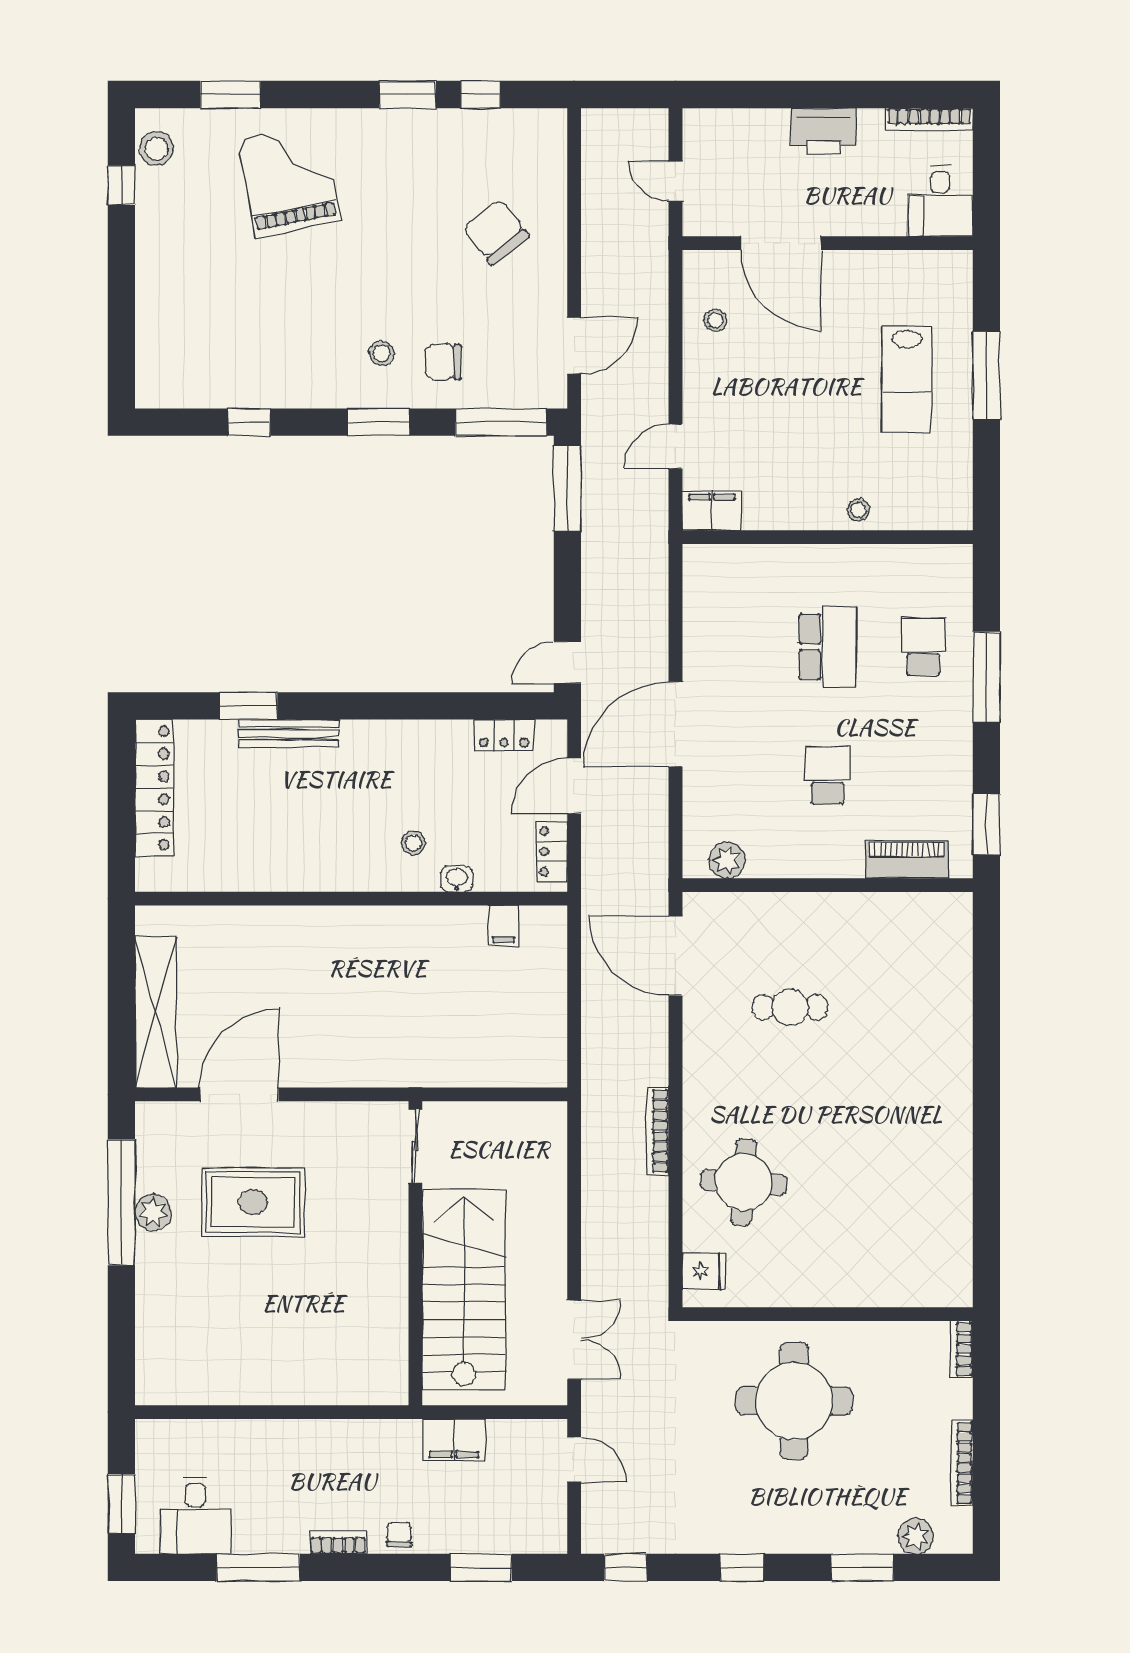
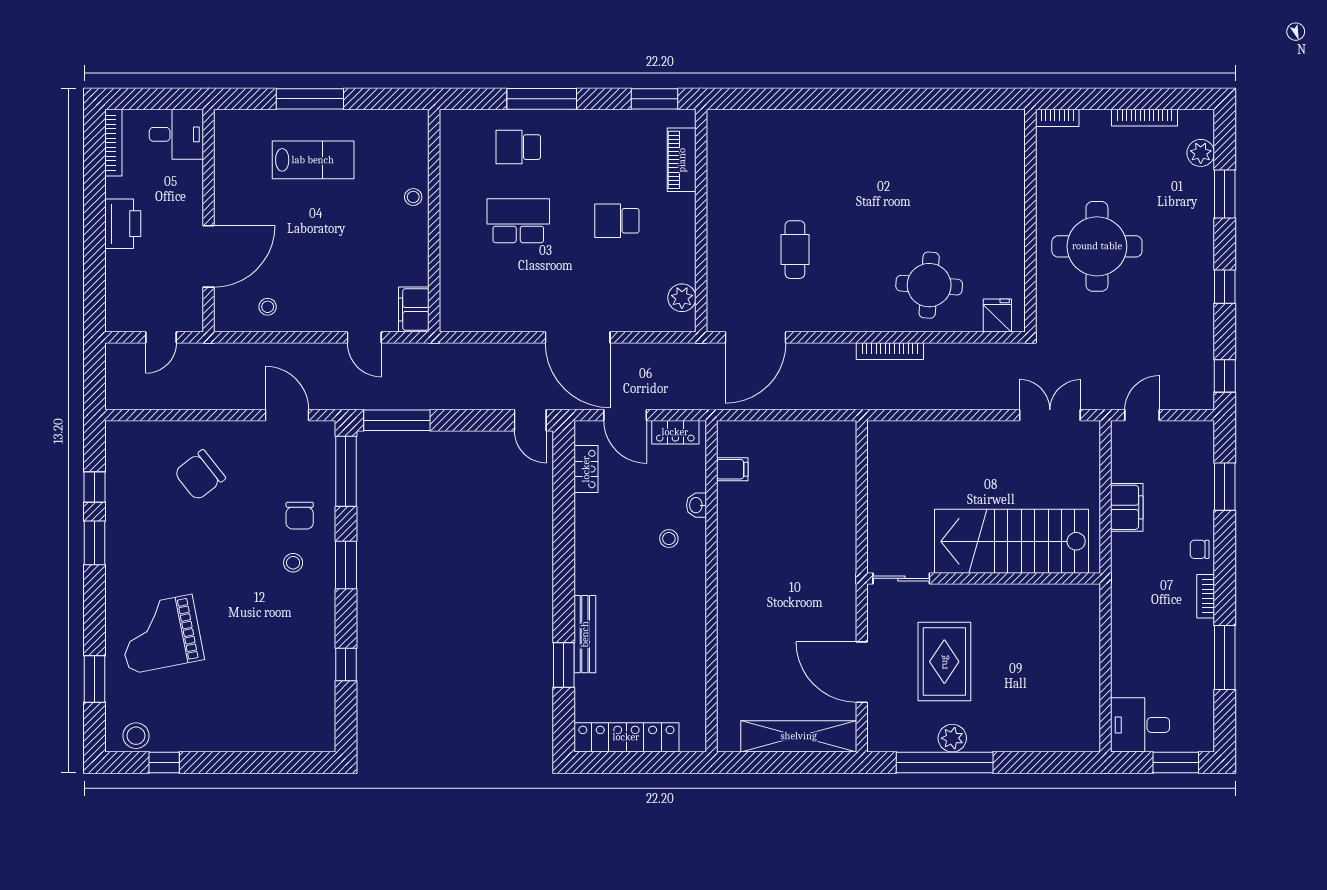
sliding door: (415, 1146) -> (901, 578), moved
wall: (415, 1253) -> (984, 578), moved
stairs: (464, 1290) -> (1012, 541), moved
desk: (195, 1516) -> (1140, 725), moved, turned 180

